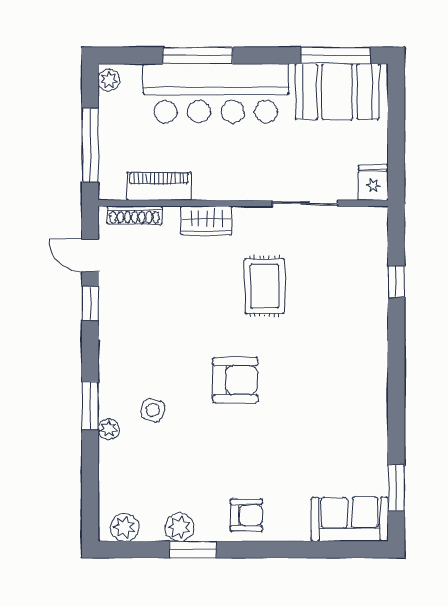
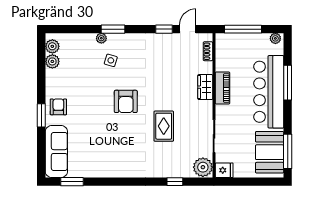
piano: (159, 186) -> (222, 88), moved
shoe rack: (135, 215) -> (208, 51), width x0.70
plant: (367, 225) -> (203, 167), added
rug: (265, 286) -> (164, 126), moved, turned 90
armchair: (246, 515) -> (58, 107), turned 180
sofa: (350, 519) -> (56, 152), width x1.36
plant: (179, 527) -> (52, 61), moved
window: (193, 549) -> (41, 115), moved

